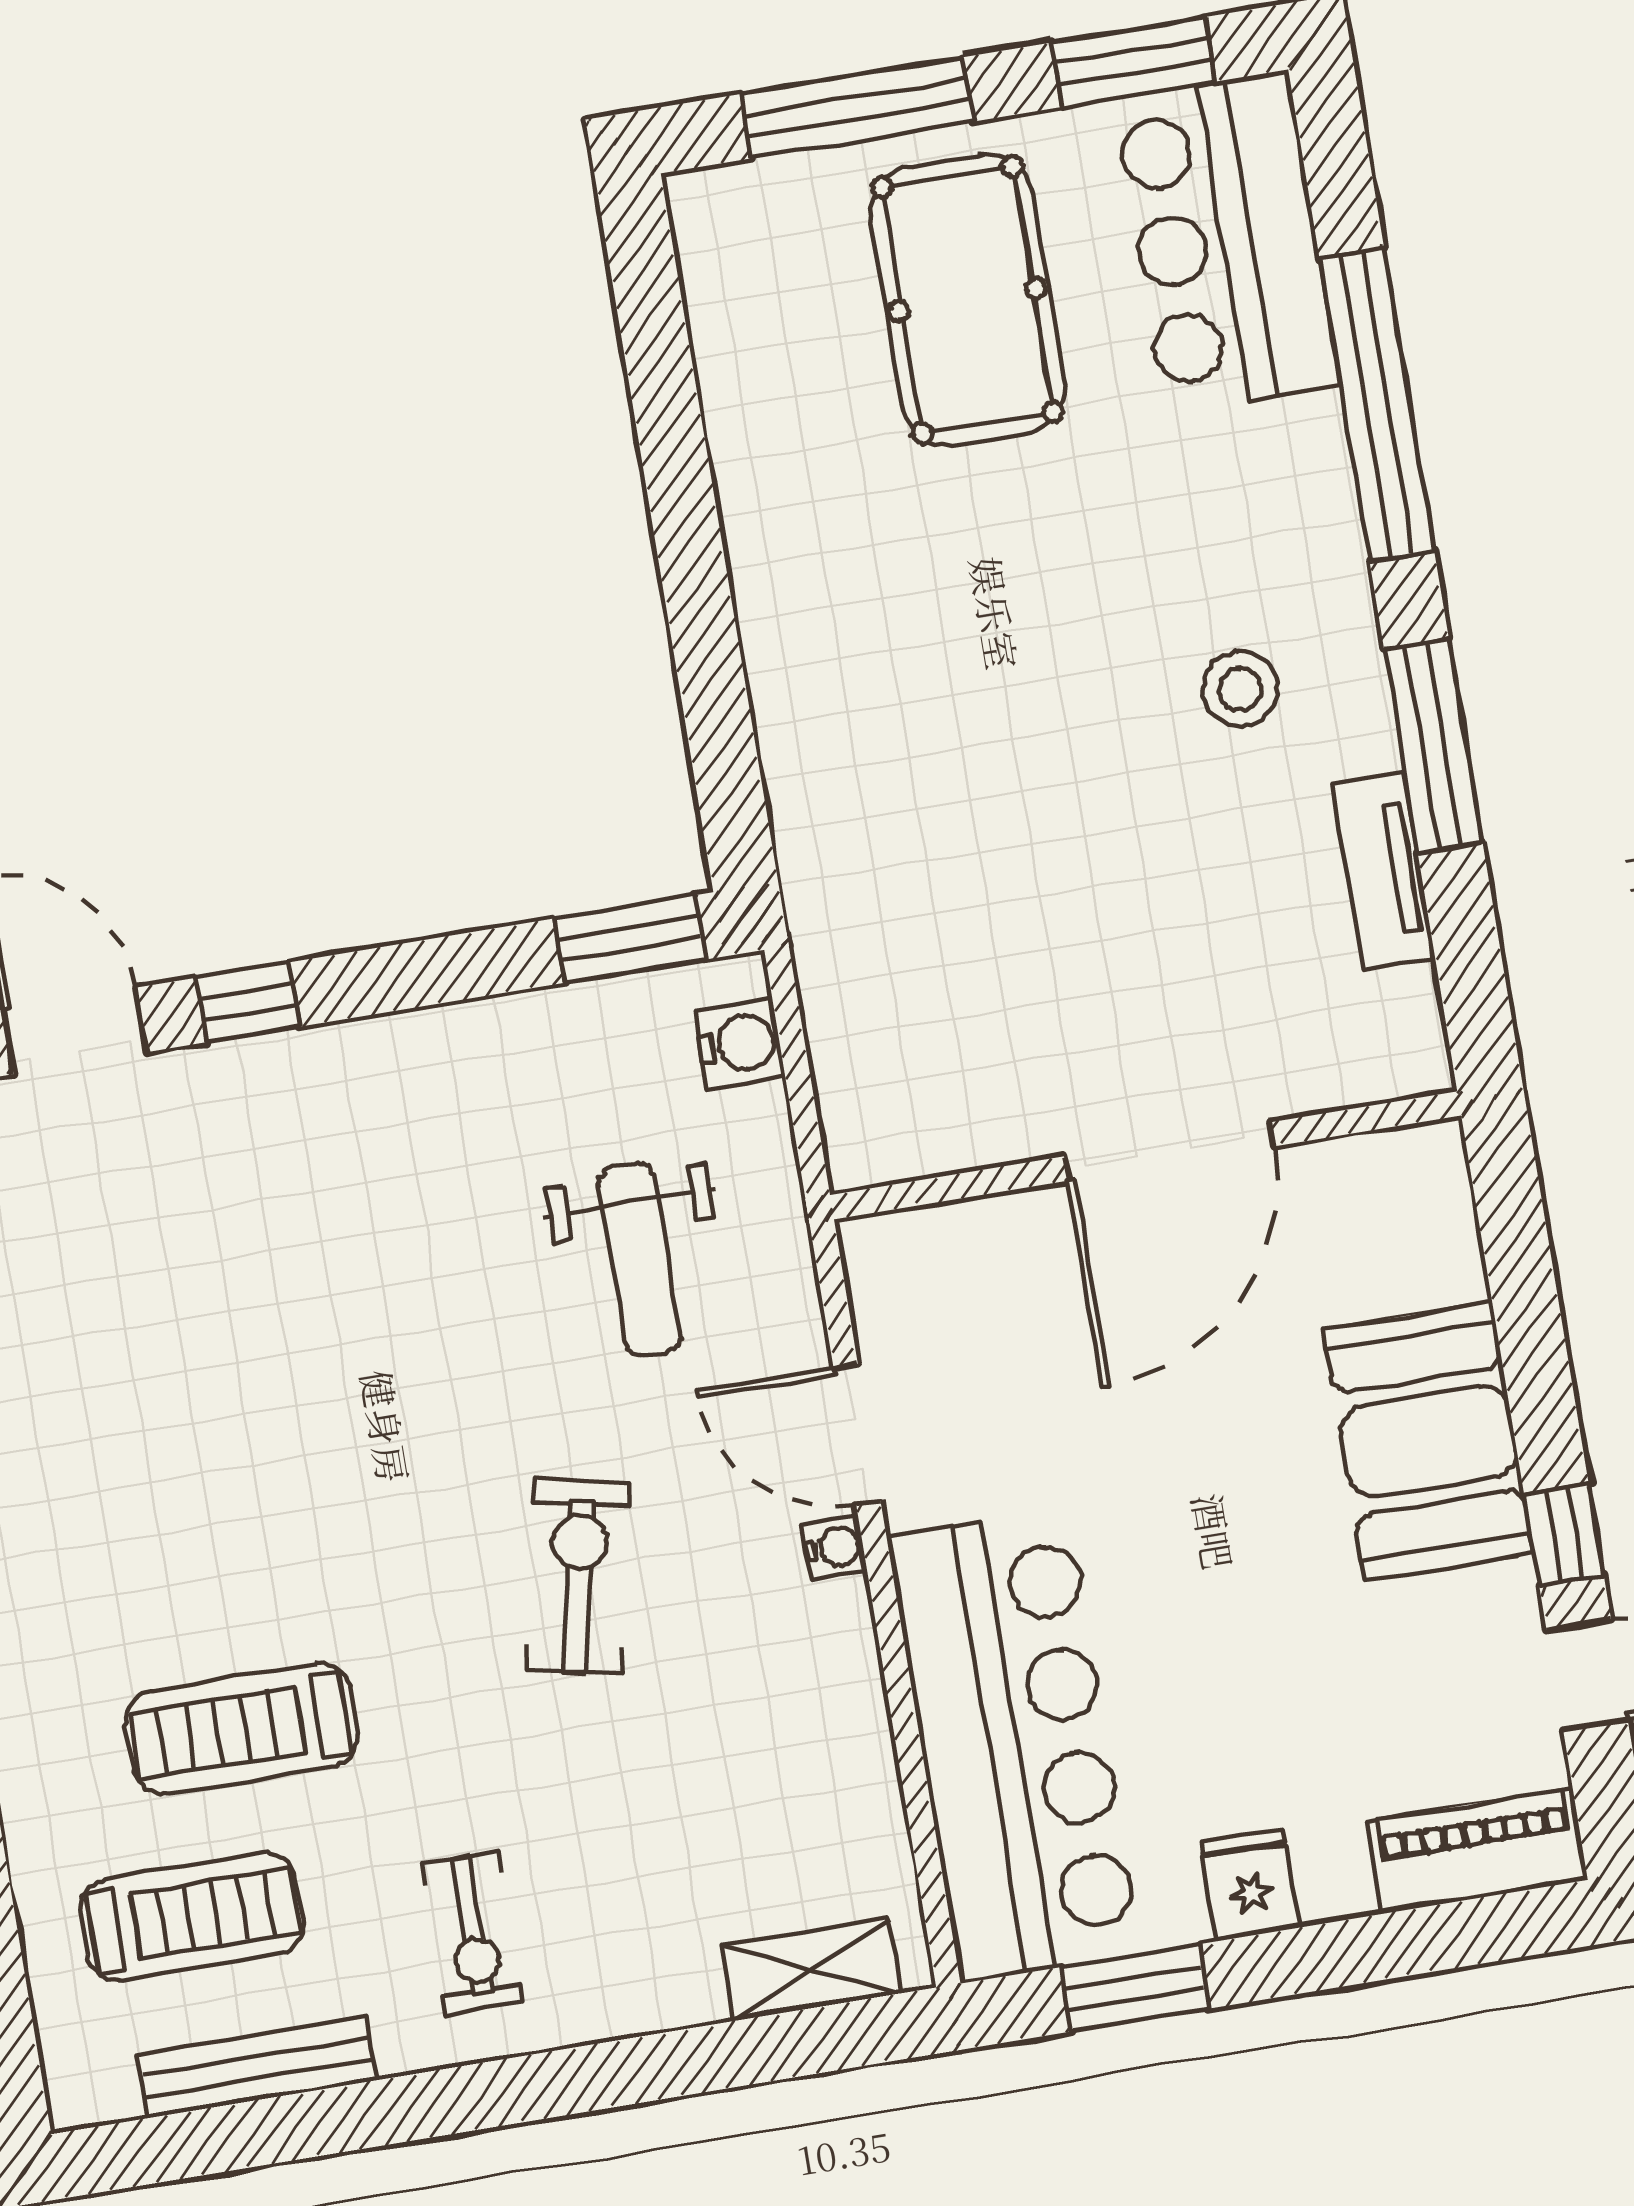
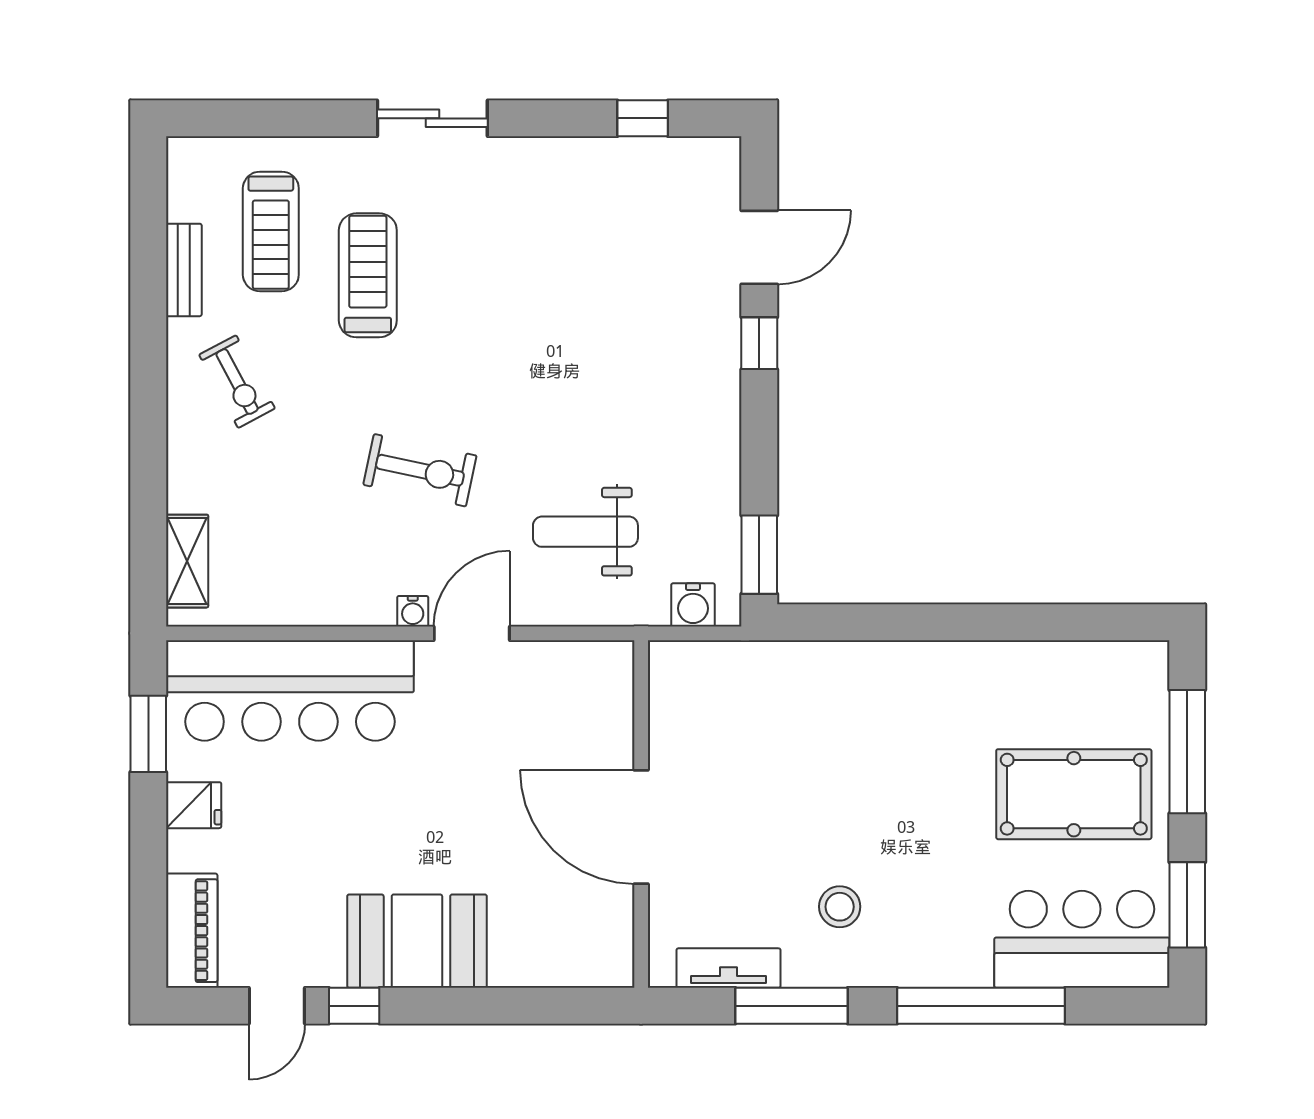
door: (1169, 1151) -> (641, 827), moved
wall: (1146, 1155) -> (641, 814), moved
exercise bike: (473, 1933) -> (237, 382), turned -118
bench: (257, 2067) -> (184, 270), width x0.73

